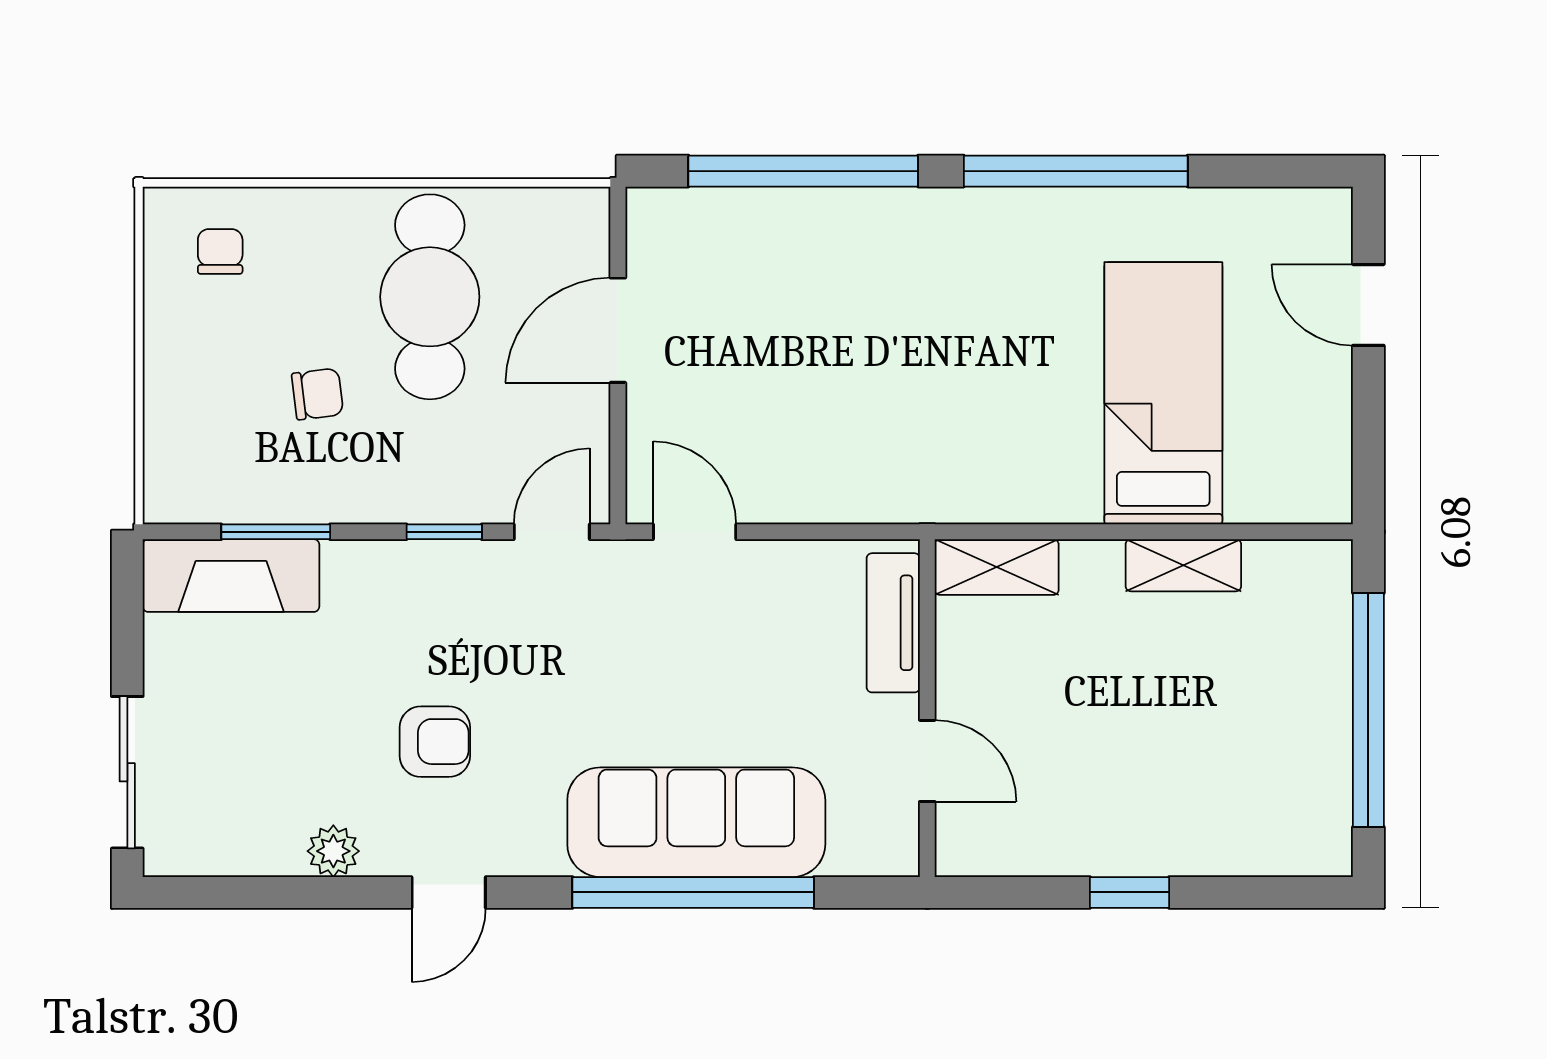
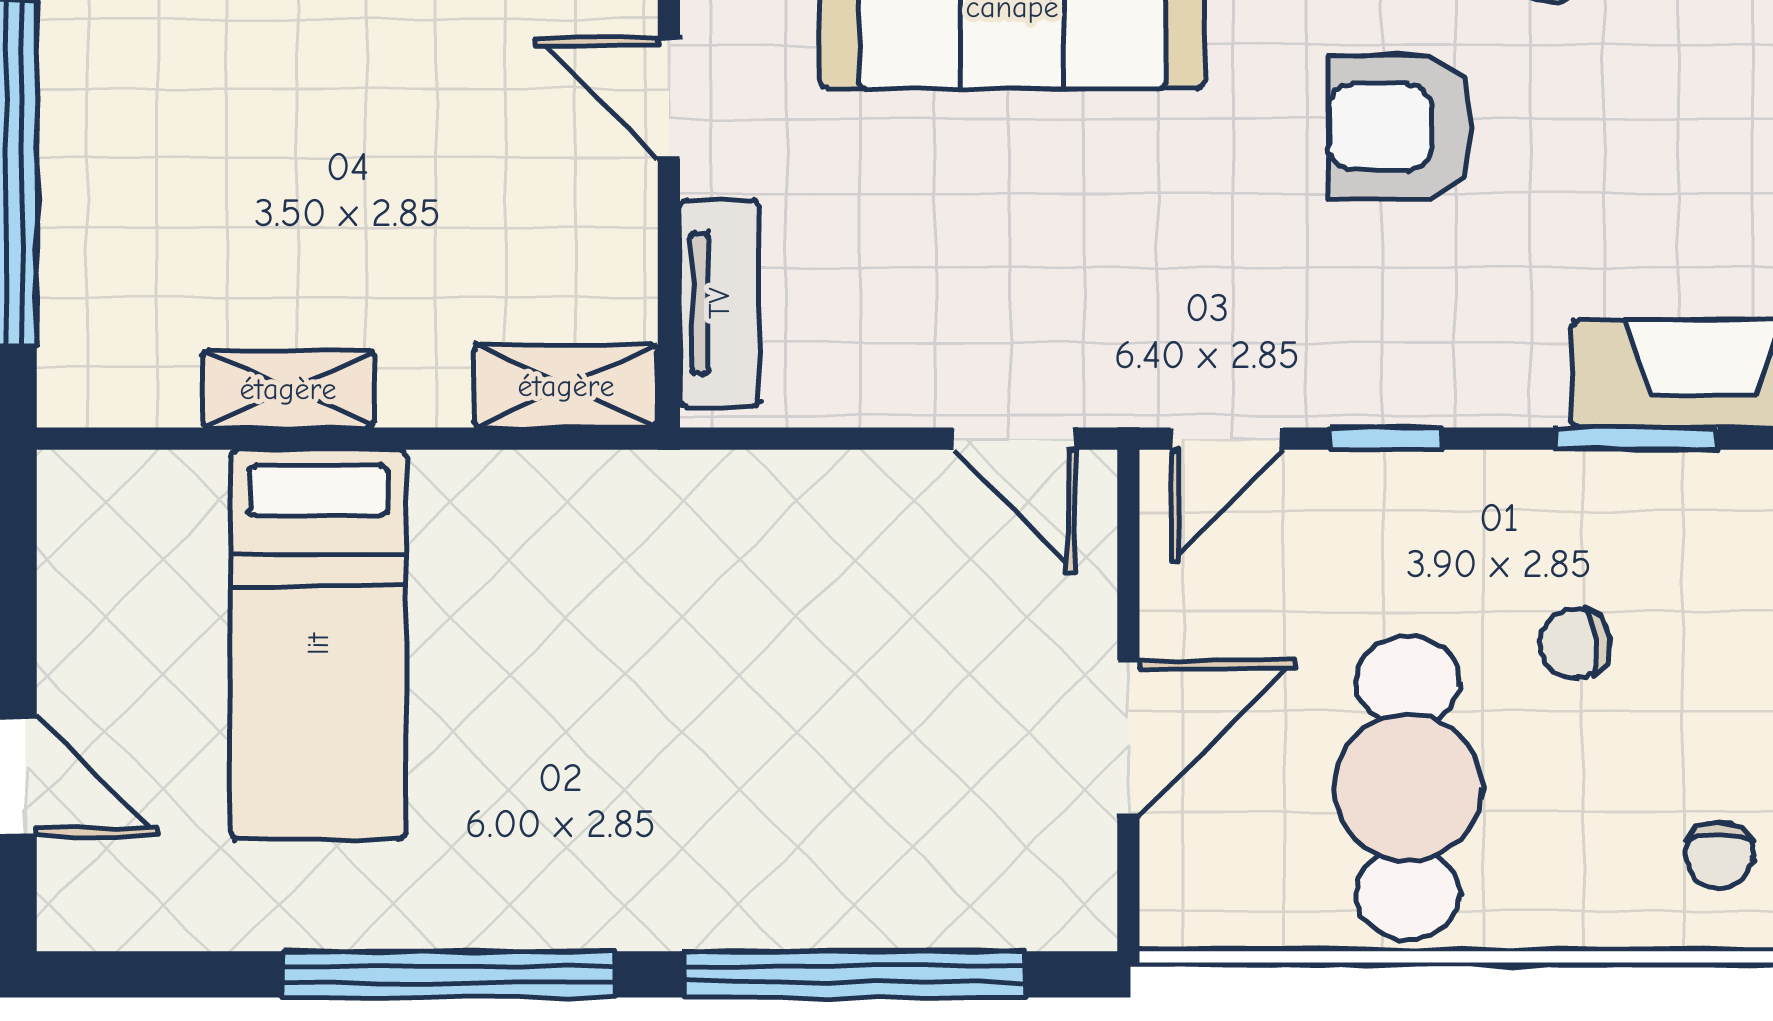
armchair: (435, 742) -> (1400, 127), width x1.38, depth x1.38

